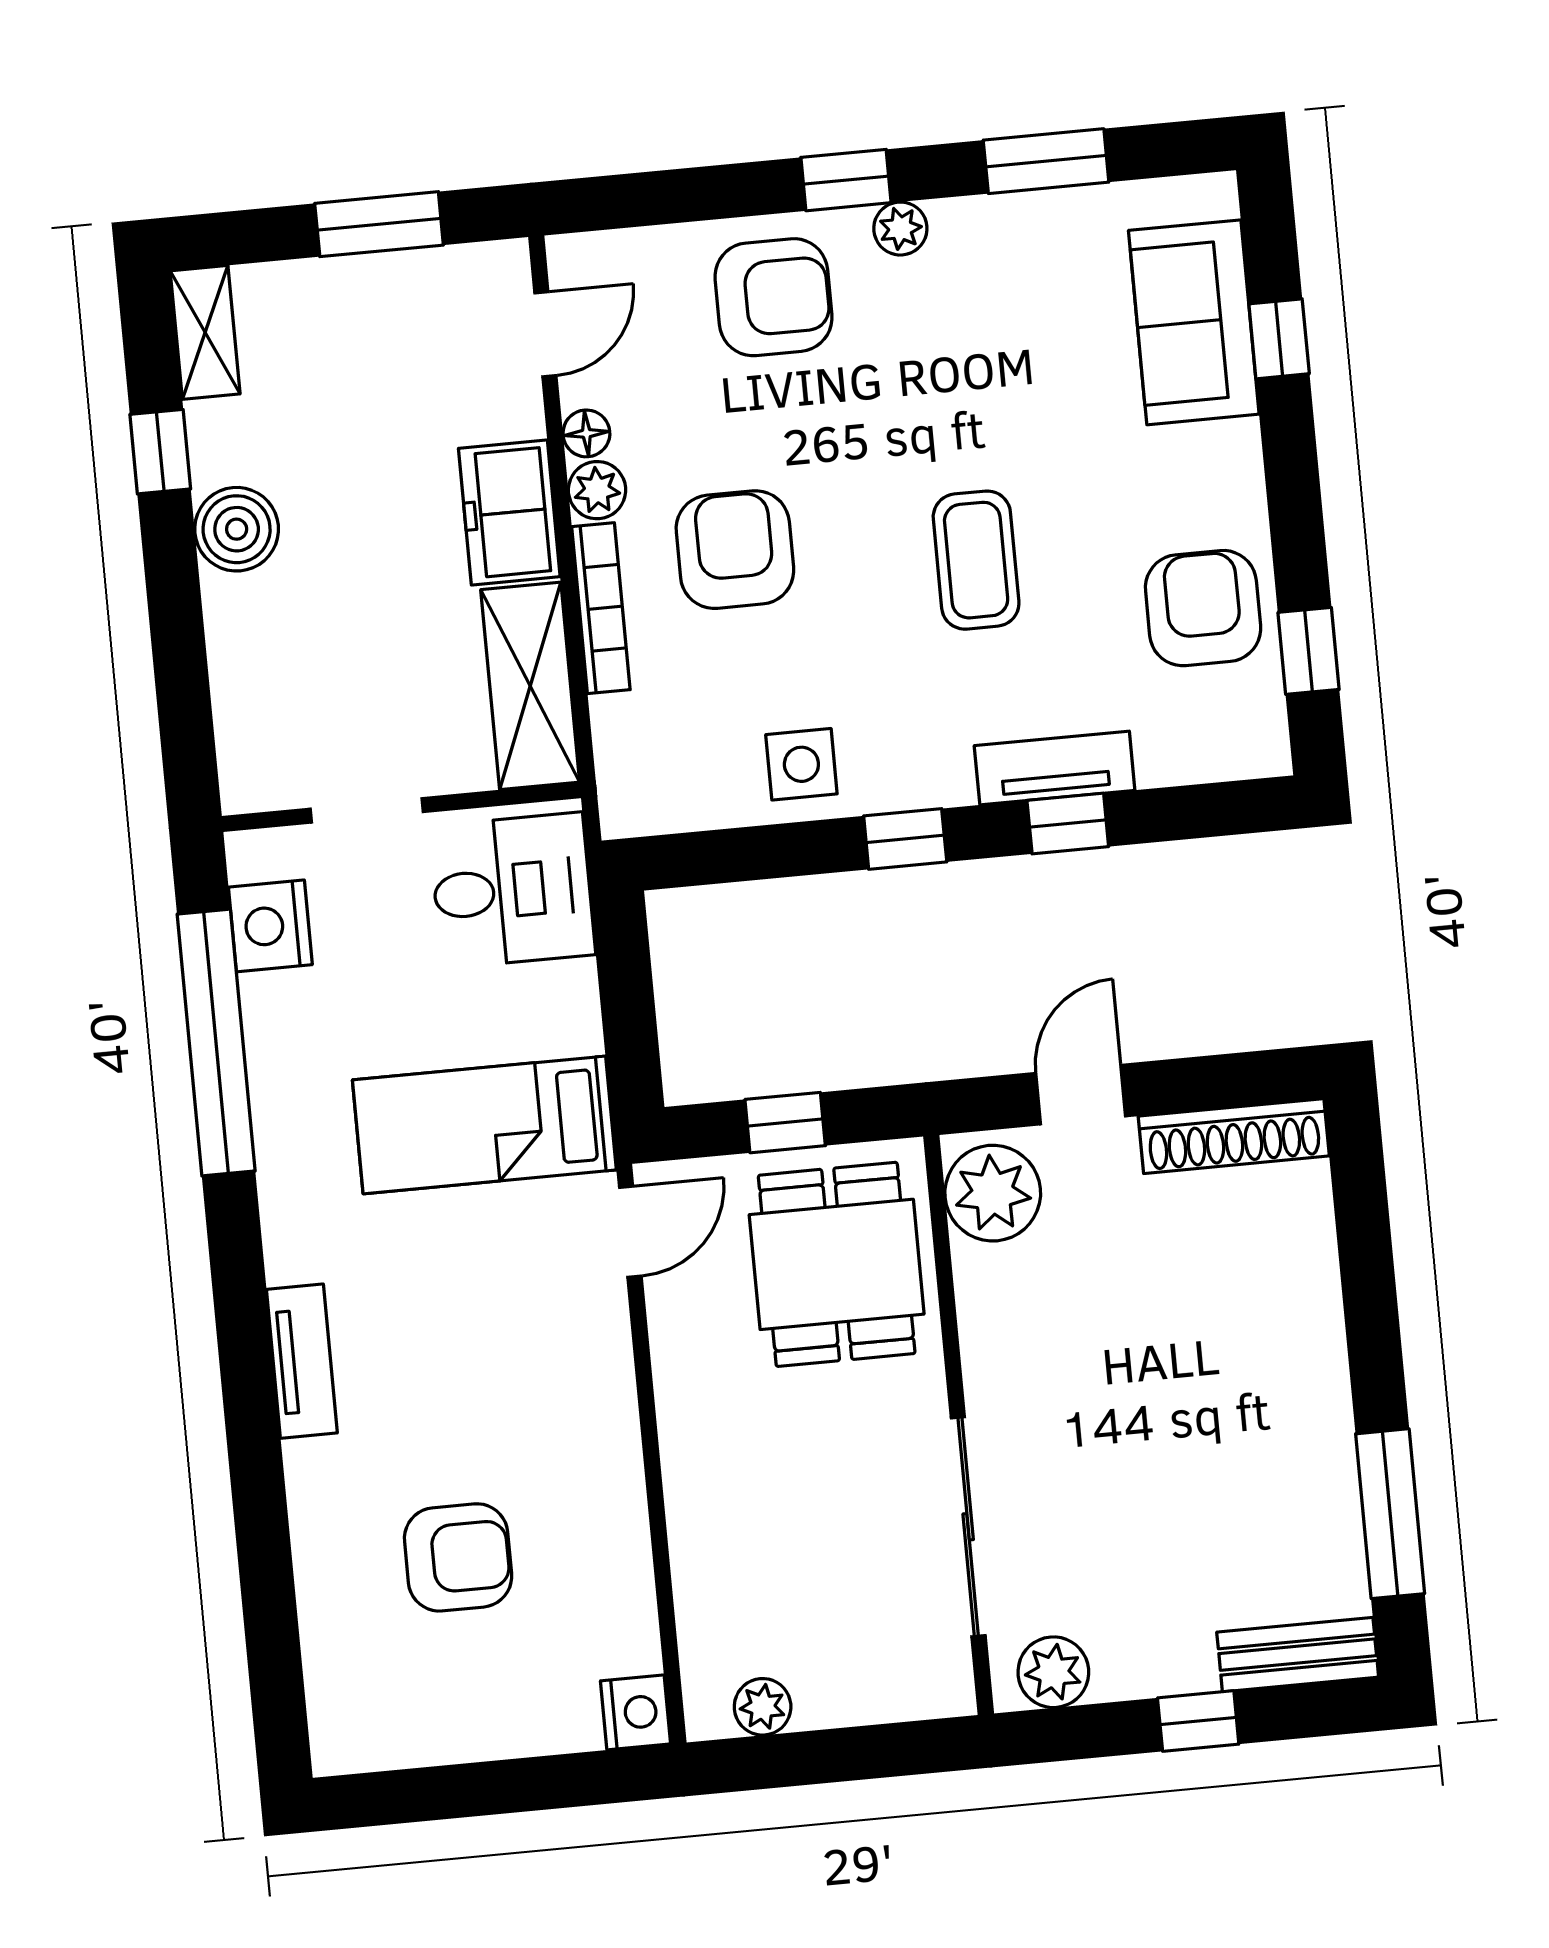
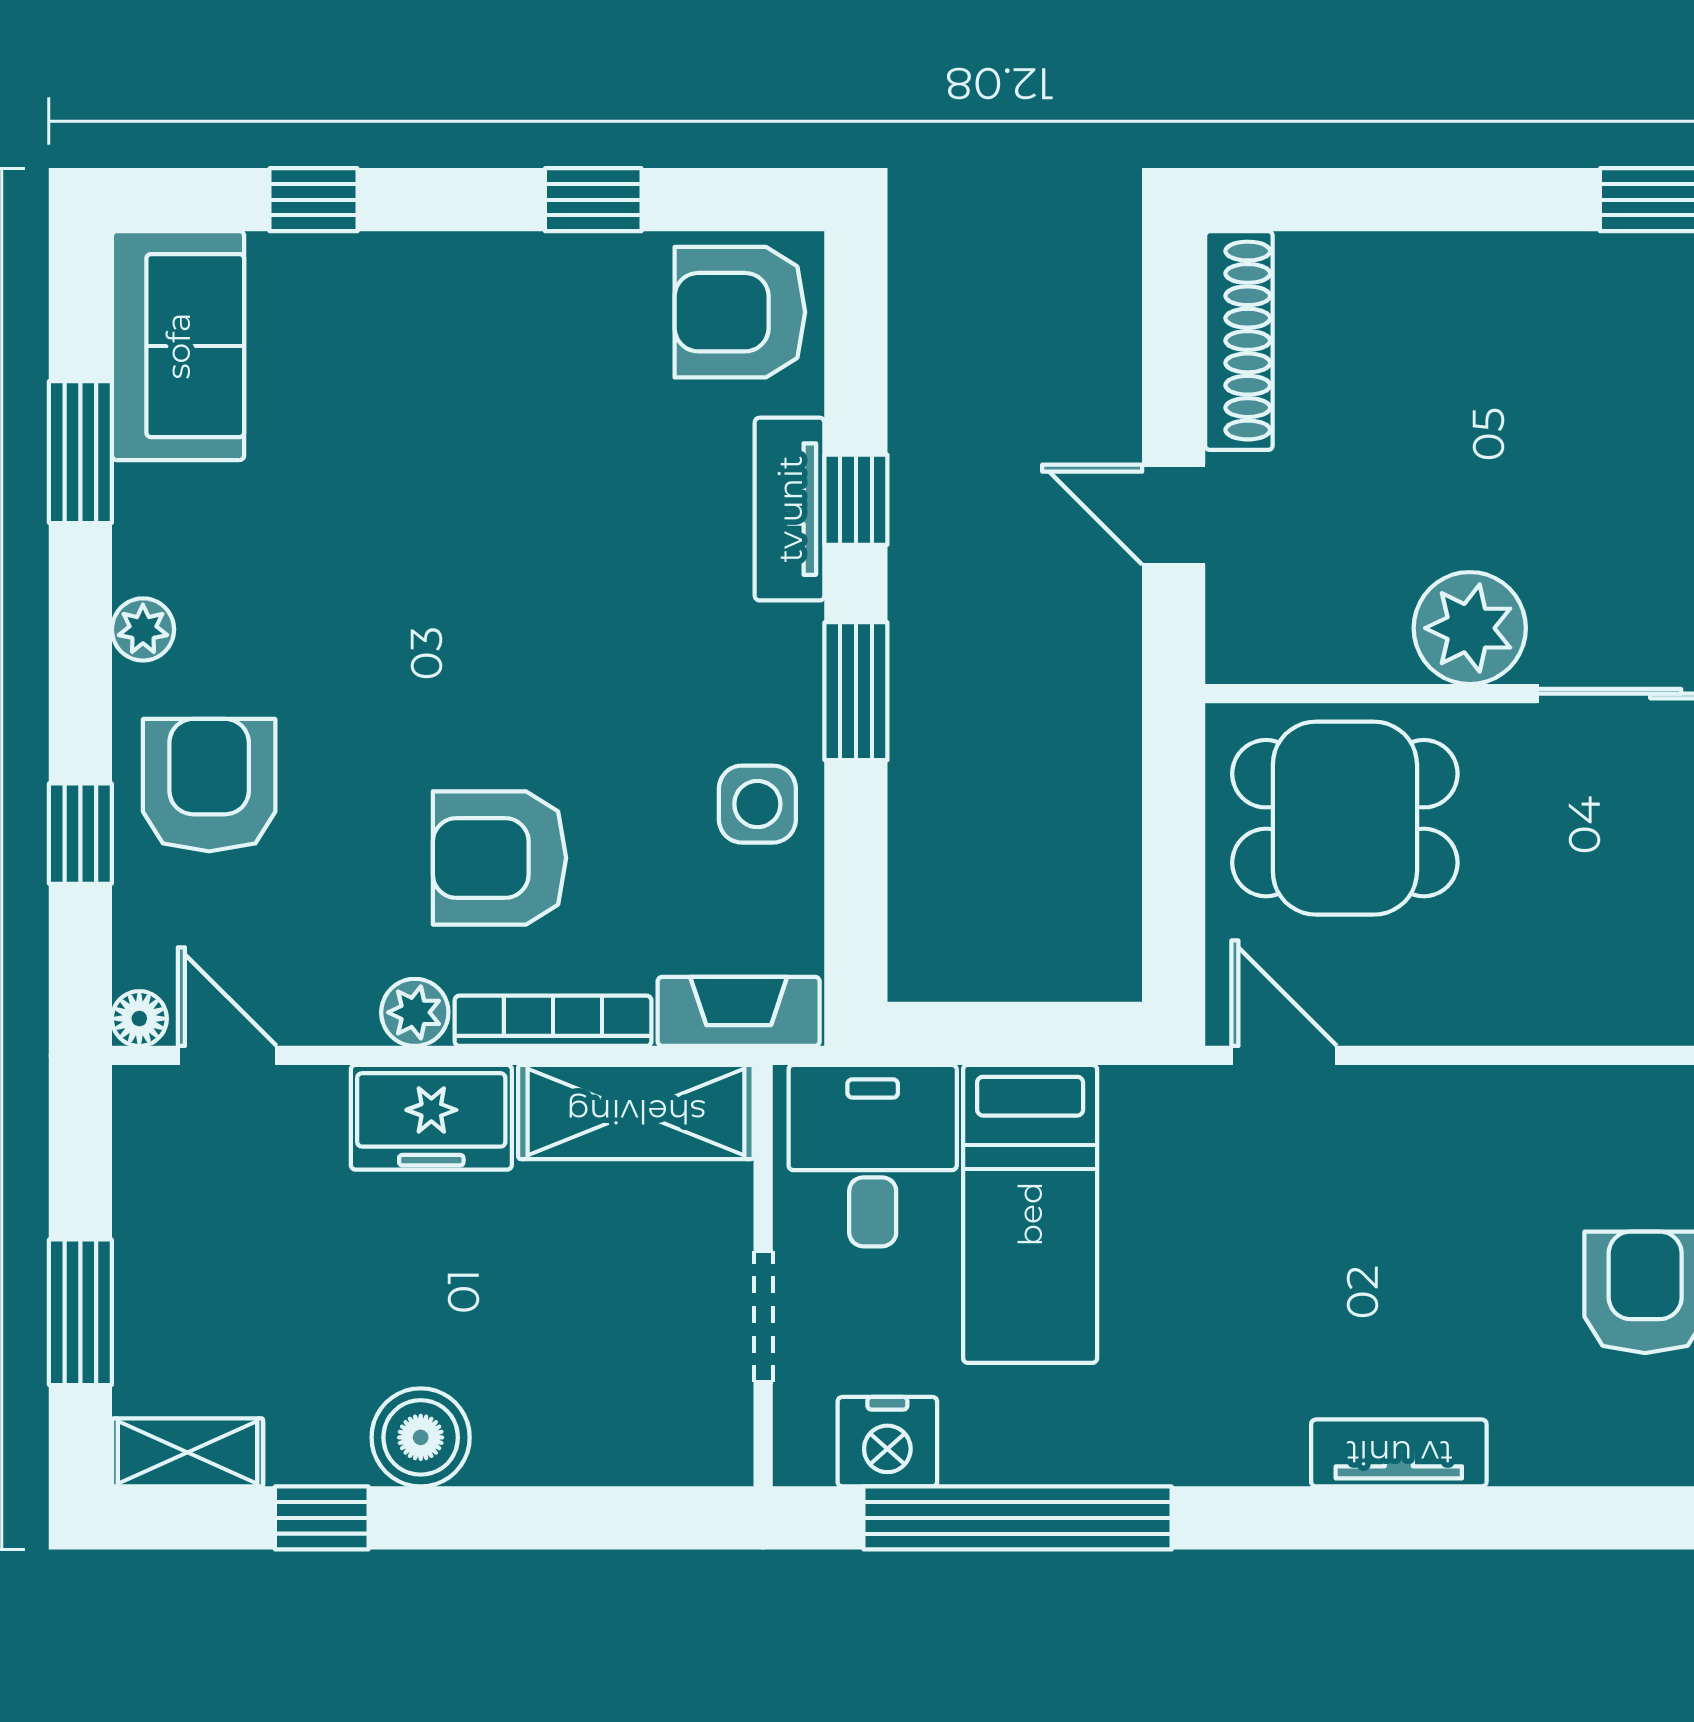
window: (846, 180) -> (80, 834), moved
window: (379, 224) -> (80, 1312), moved
sofa: (1194, 322) -> (178, 346), moved, turned -90
floor lamp: (586, 433) -> (139, 1019), moved
coffee table: (976, 560) -> (538, 578), removed
armchair: (1203, 608) -> (740, 312), moved
window: (1309, 651) -> (593, 200), moved
fireplace: (624, 765) -> (739, 1011), added
window: (905, 839) -> (856, 691), width x1.50
window: (785, 1123) -> (1174, 863), removed
bed: (484, 1125) -> (1030, 1214), moved
plant: (993, 1193) -> (1470, 628), moved

